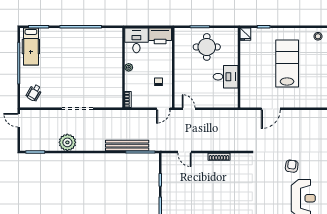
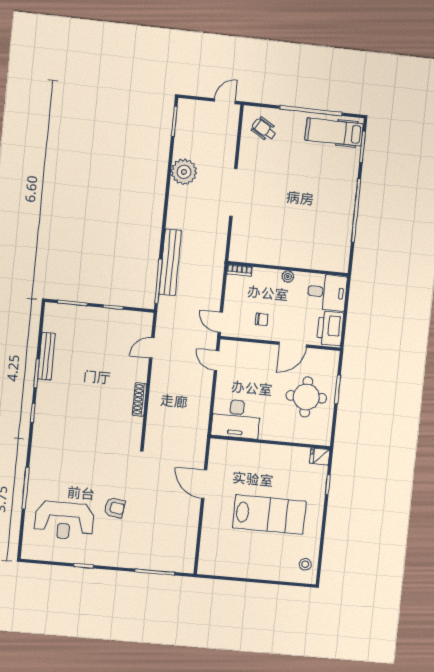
door: (173, 60) -> (293, 345), added
desk: (226, 77) -> (236, 419), moved, width x1.37
door: (189, 109) -> (216, 361), swing flipped

